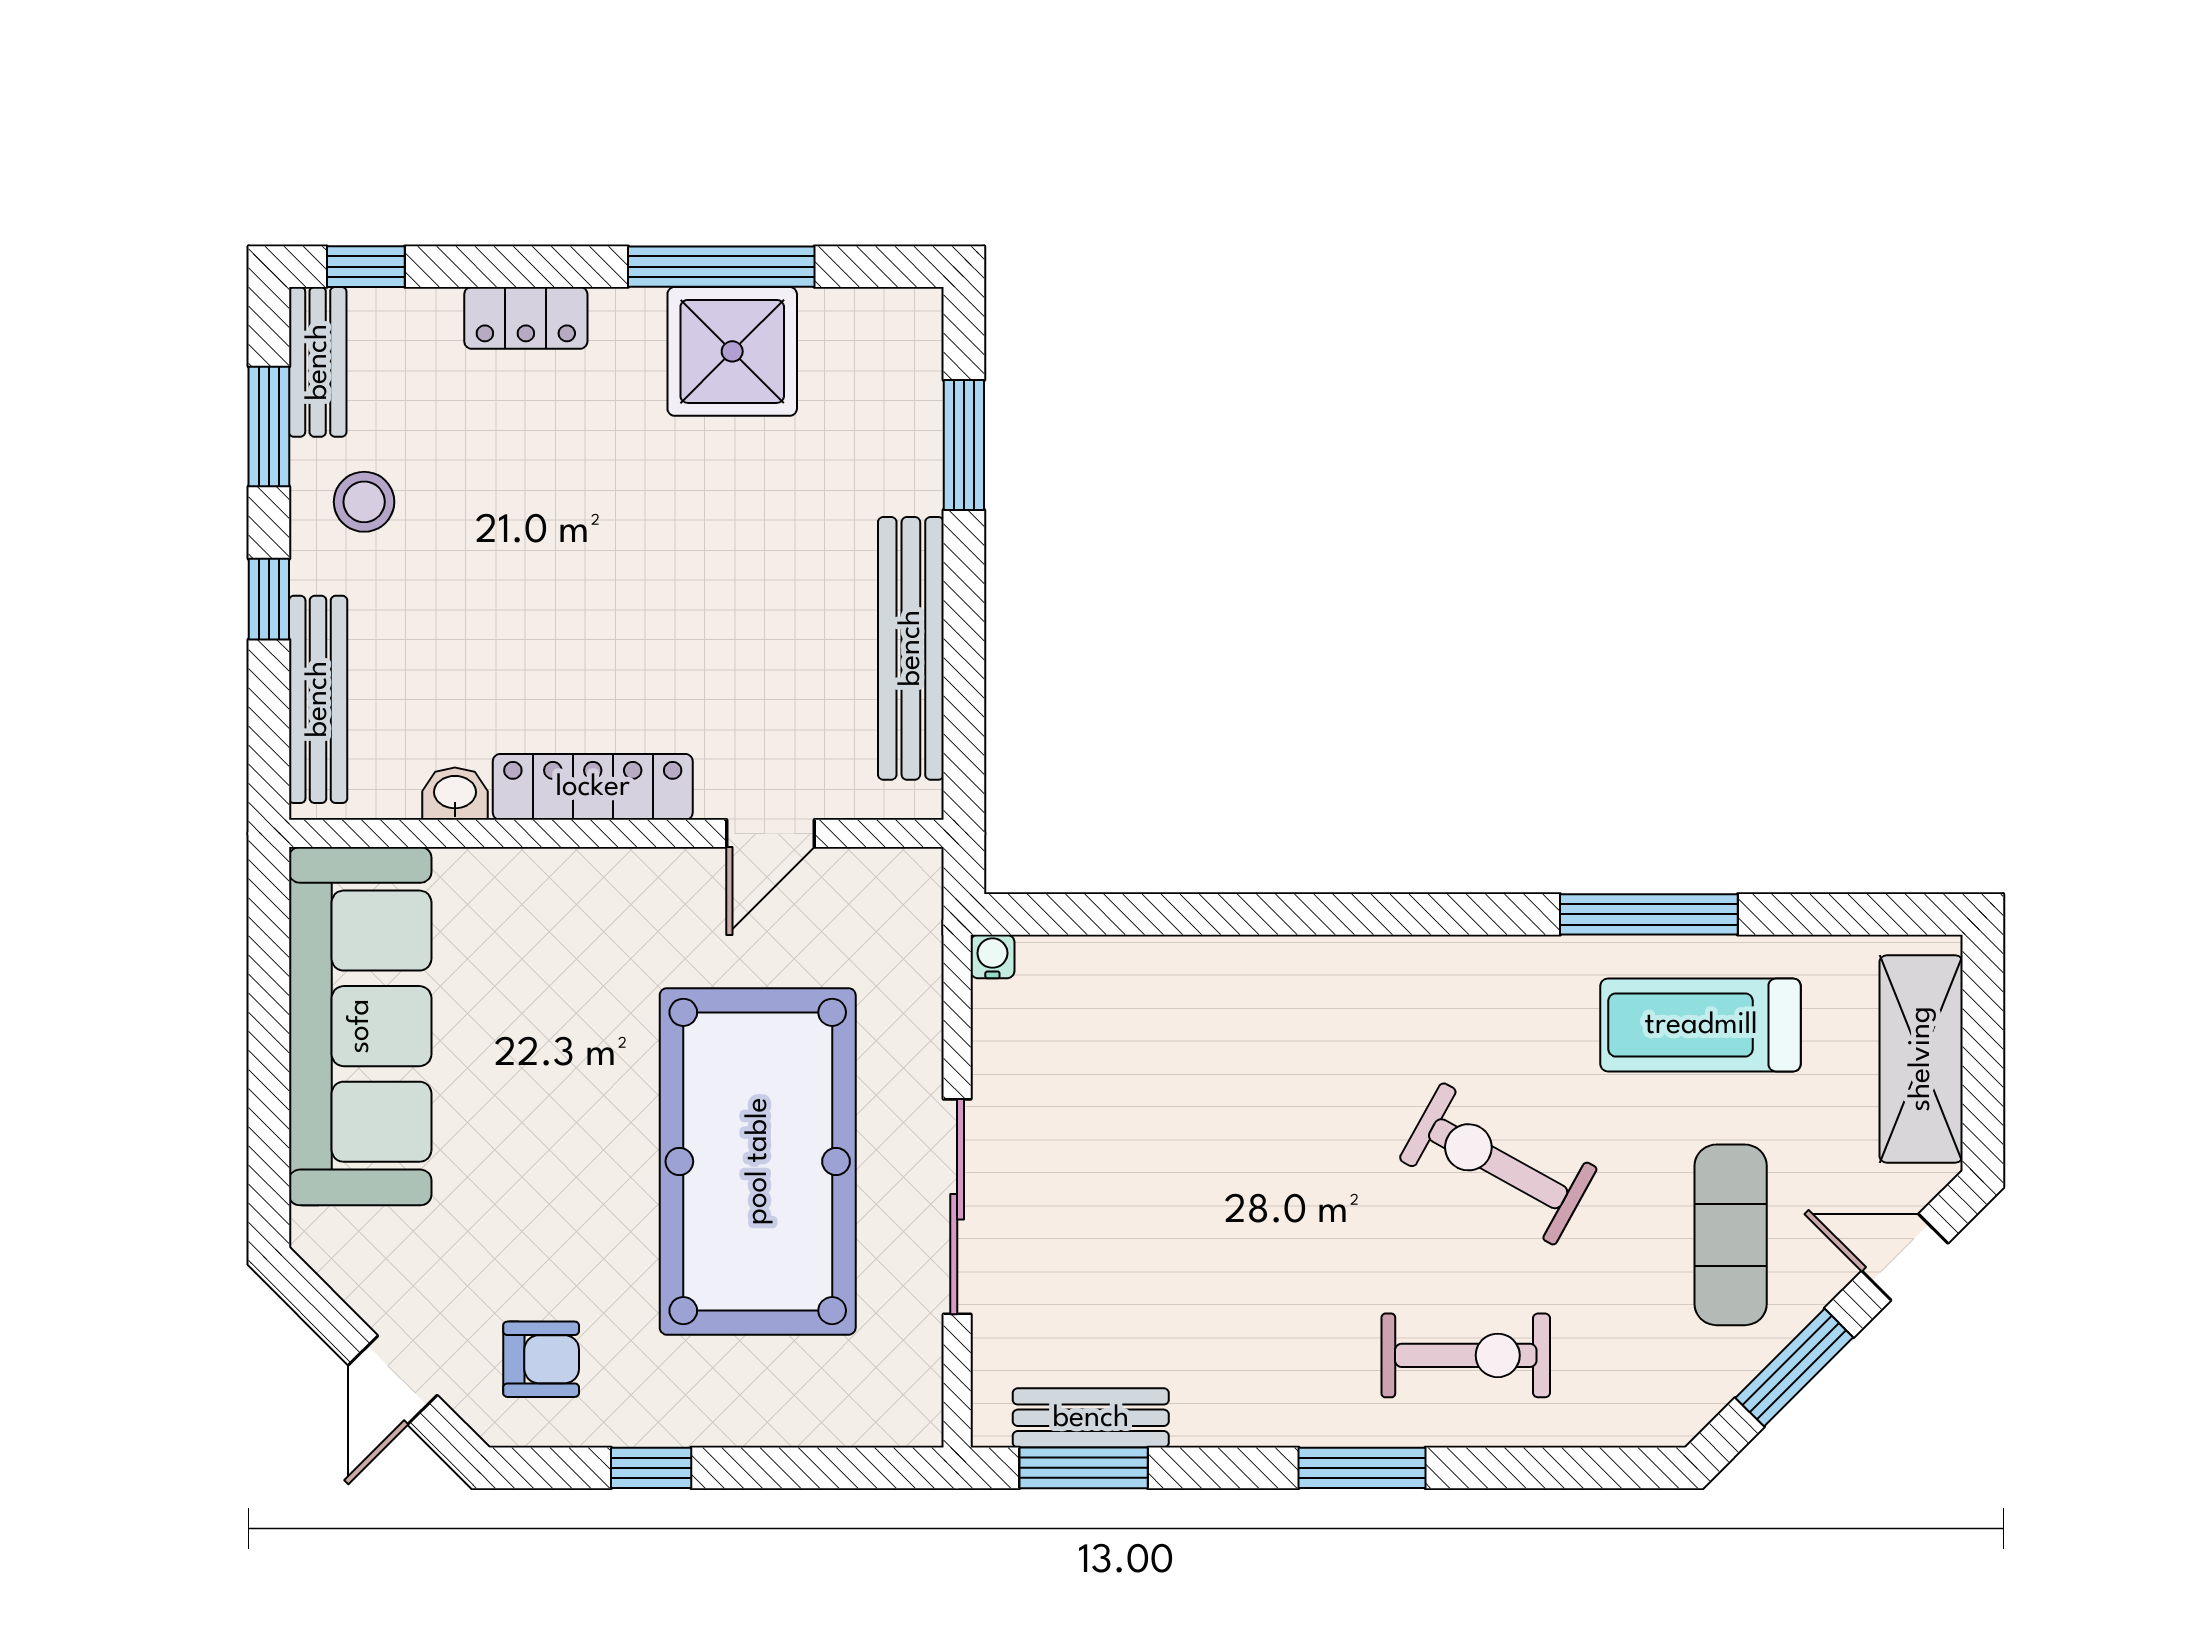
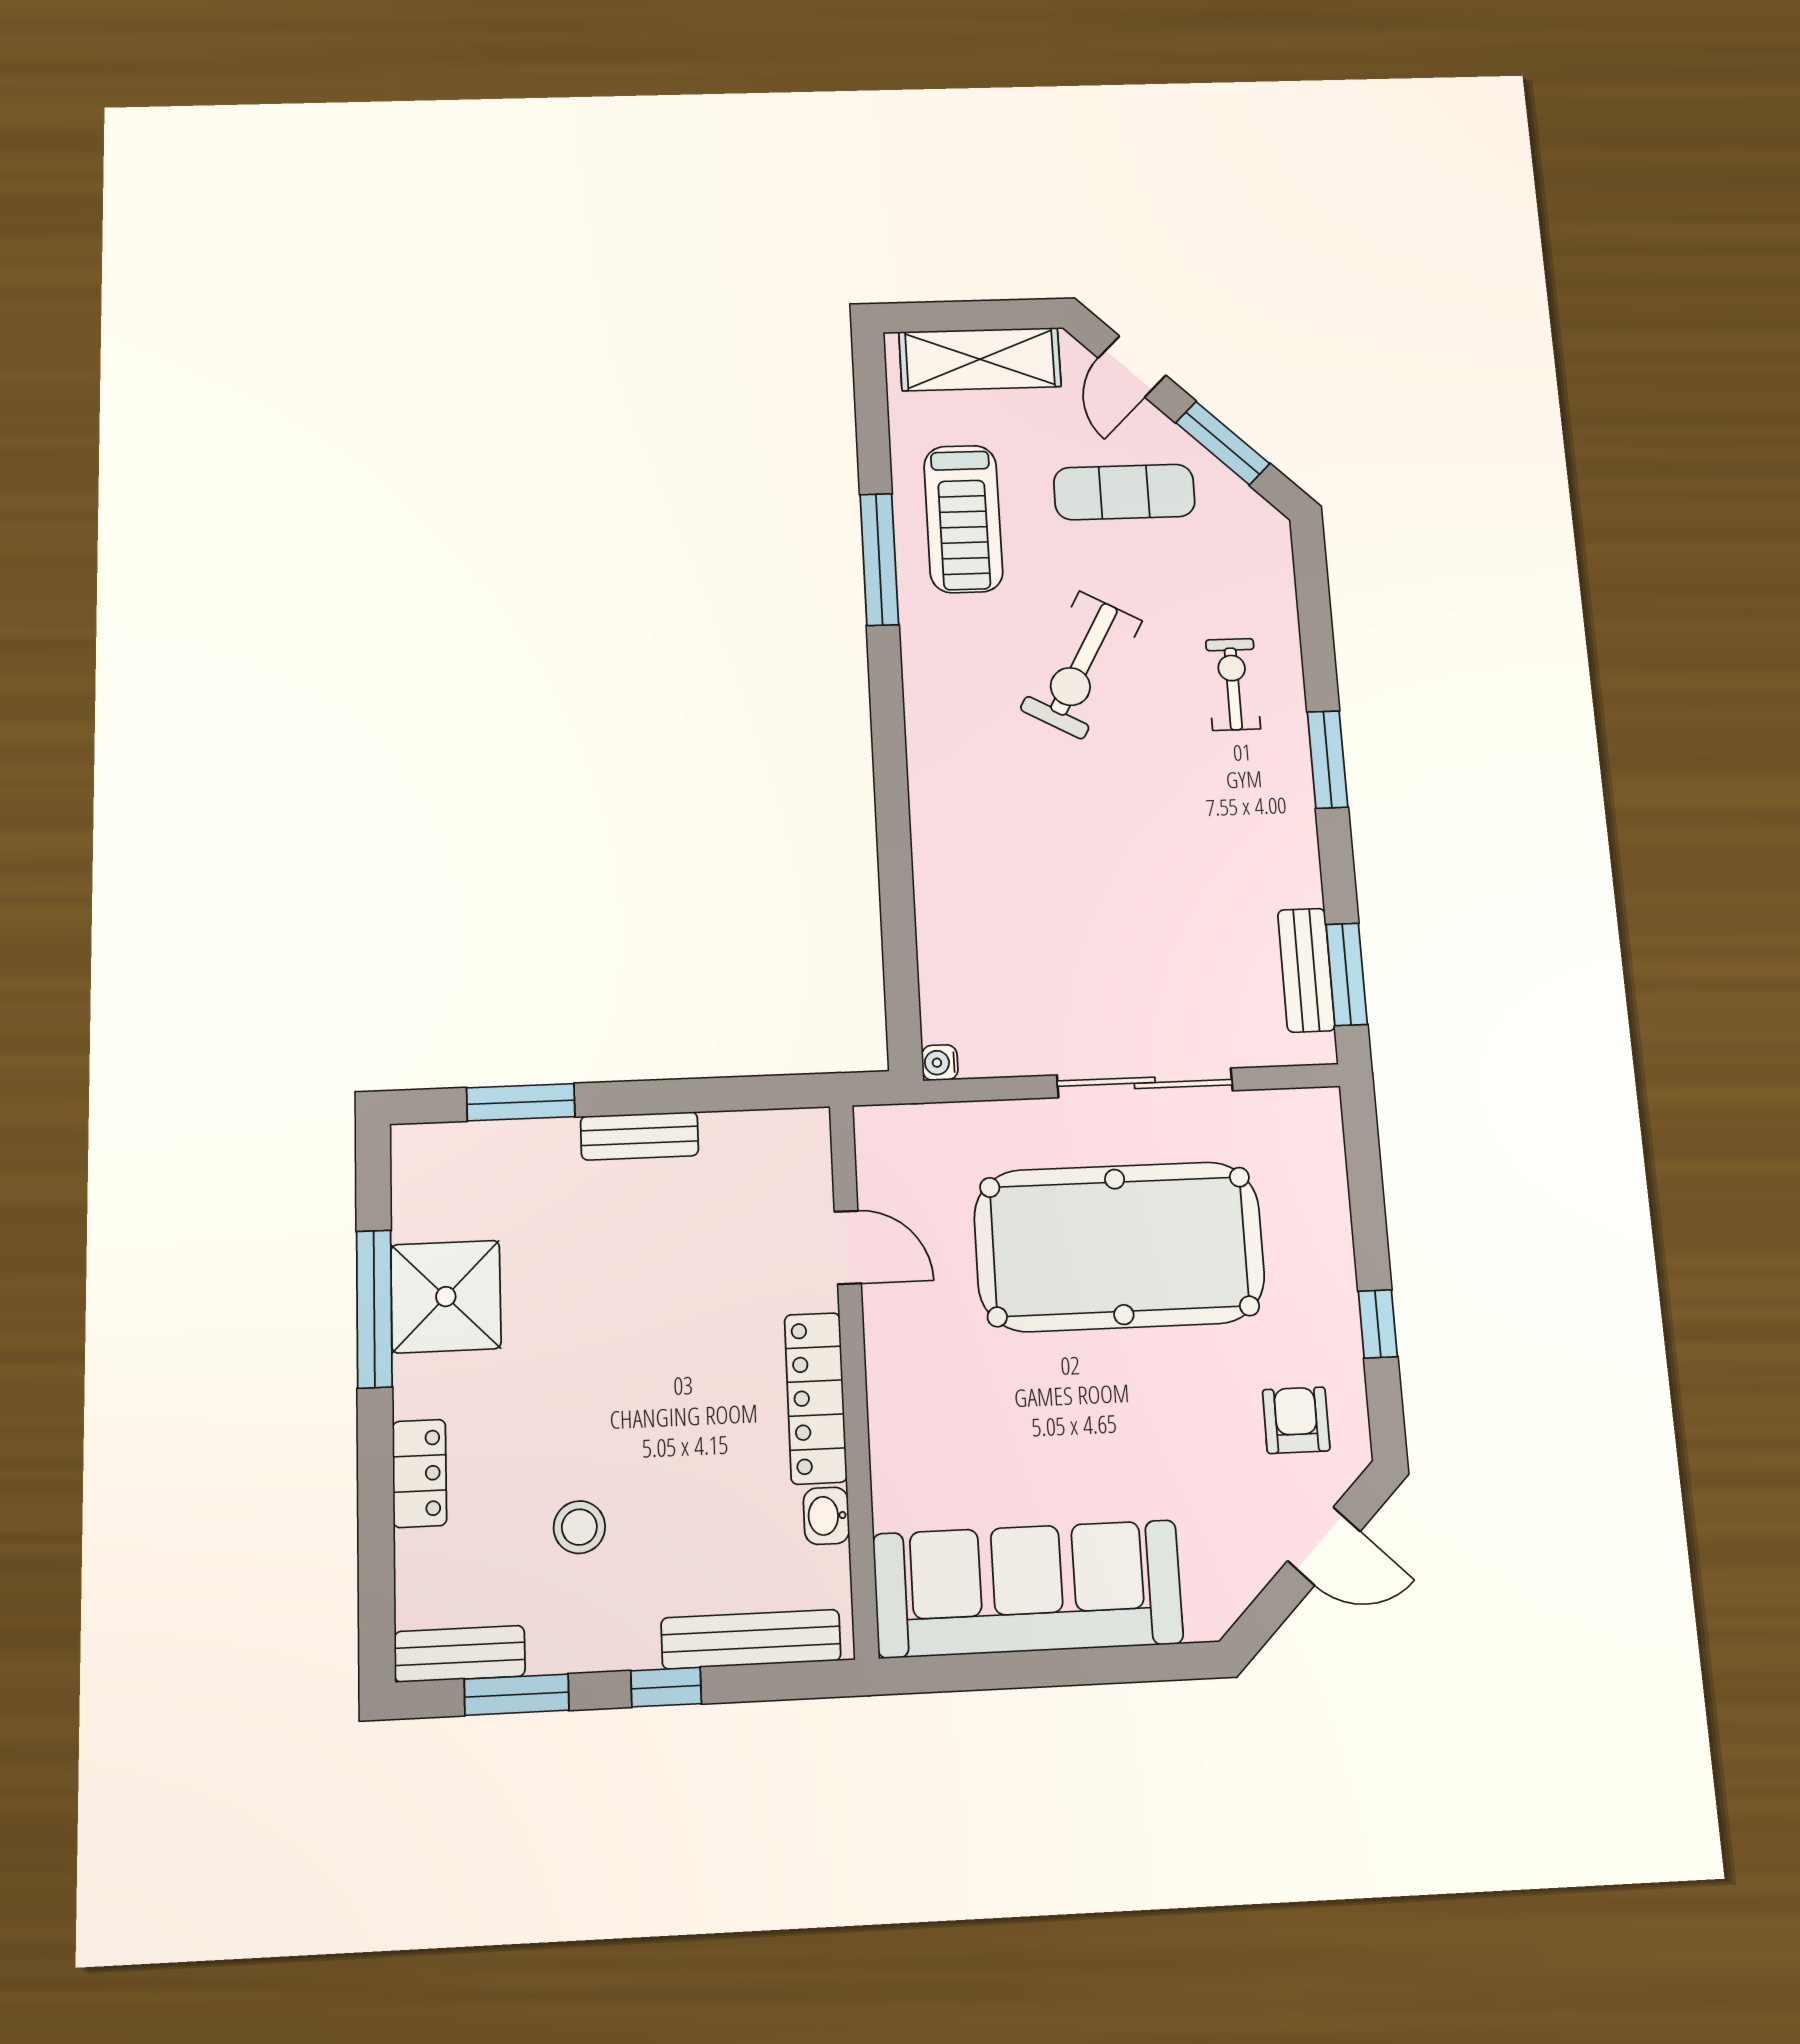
window: (366, 267) -> (377, 1615), removed
stool: (364, 502) -> (579, 1527), moved
bench: (911, 648) -> (639, 1136), width x0.54, depth x0.82
exercise bike: (1466, 1355) -> (1233, 684), width x0.73, depth x0.72

